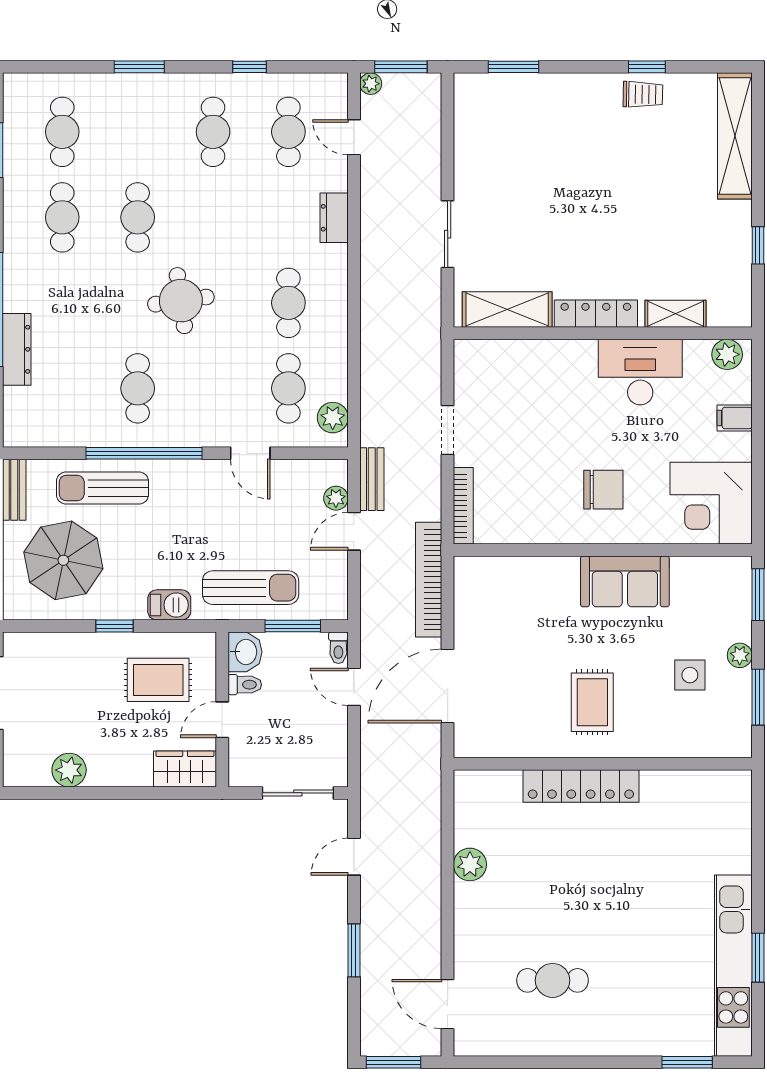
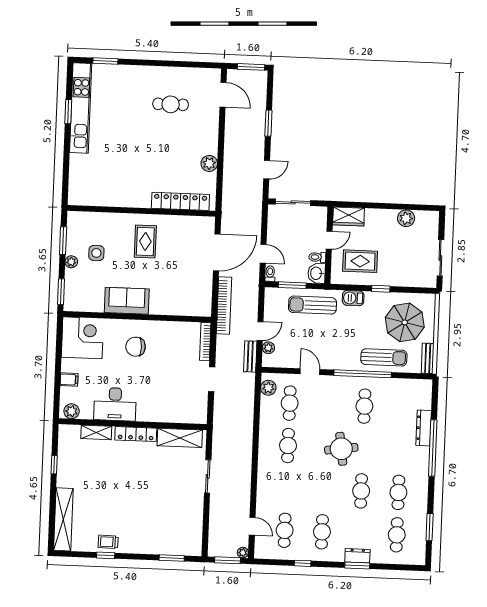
dresser: (334, 218) -> (357, 556), moved, turned -90
locker: (581, 786) -> (180, 201), moved

